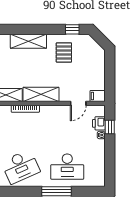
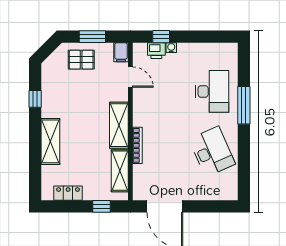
window: (72, 29) -> (35, 99), moved
pallet: (64, 52) -> (81, 60), moved
window: (110, 74) -> (92, 37), added

